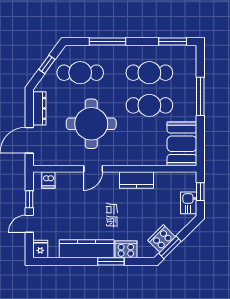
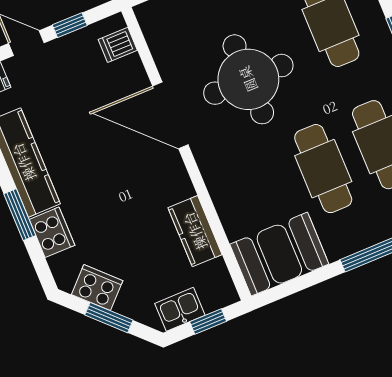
door: (93, 169) -> (170, 115), width x1.87
kitchen counter: (137, 180) -> (195, 231), moved
window: (170, 247) -> (109, 318), moved

